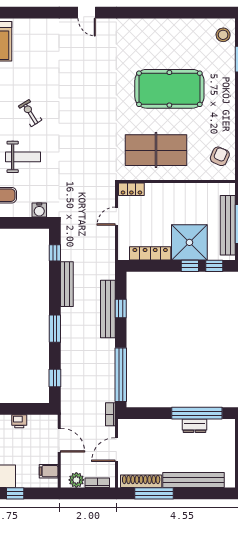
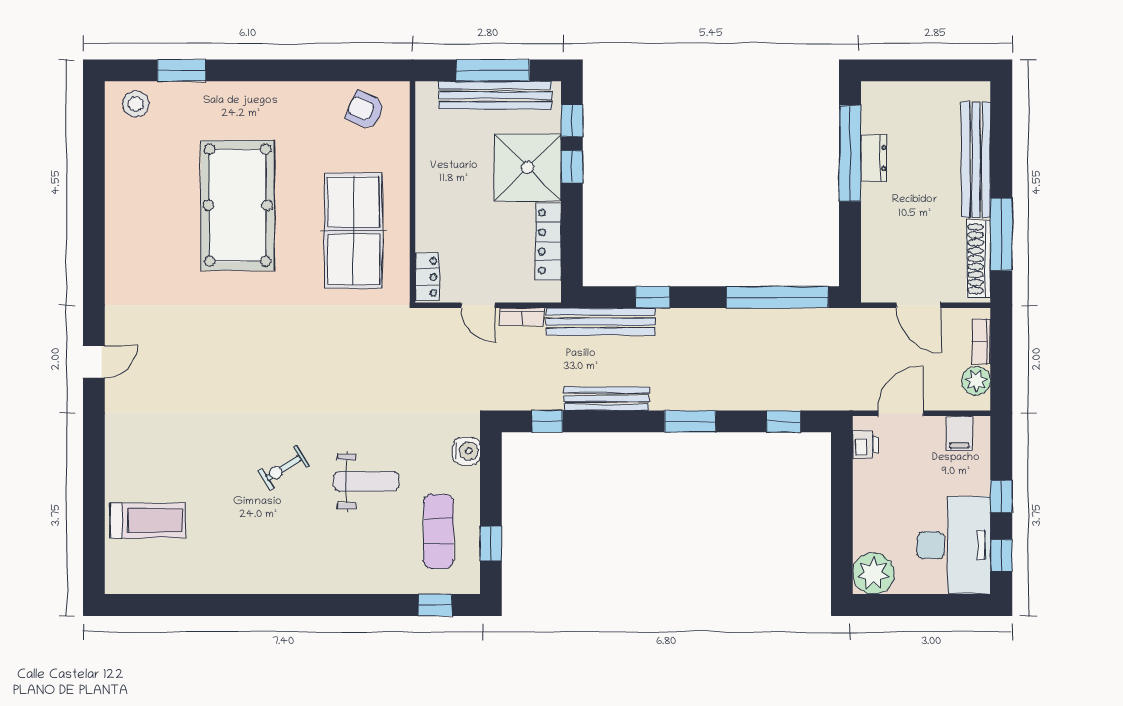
weight bench: (23, 157) -> (366, 482), turned 90
bench: (108, 309) -> (600, 322), moved
bookcase: (110, 414) -> (522, 317), moved
printer: (19, 421) -> (865, 444), moved

